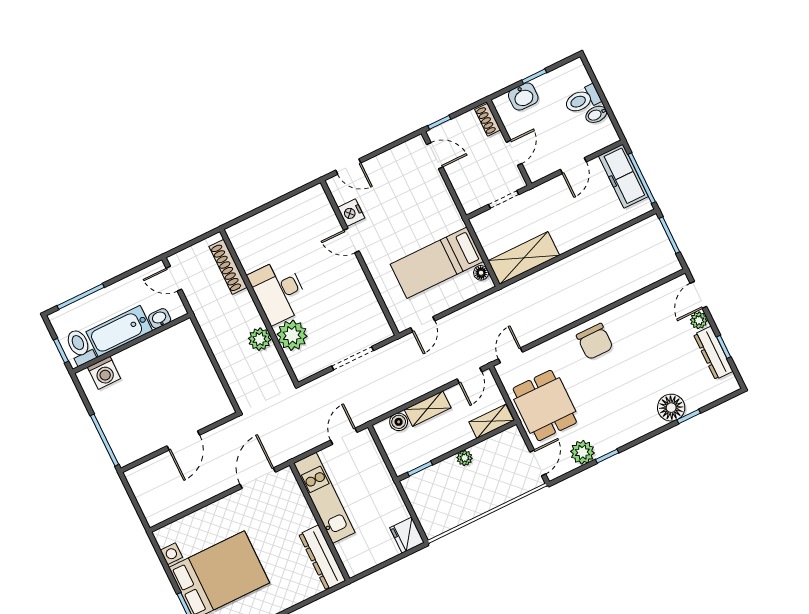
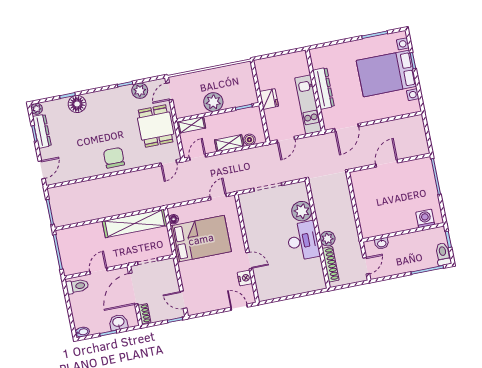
toilet: (582, 100) -> (77, 286), moved
bidet: (596, 114) -> (82, 332), moved
door: (514, 153) -> (133, 289), width x1.88
freezer: (623, 176) -> (69, 256), removed
shelving: (524, 258) -> (135, 223), width x1.47
bed: (437, 263) -> (201, 239), width x1.50
door: (174, 279) -> (366, 266), hinge flipped
plant: (699, 320) -> (37, 109), moved
bathtub: (119, 331) -> (409, 242), removed
plant: (260, 339) -> (327, 239), moved
toilet: (80, 347) -> (443, 254), moved, turned 180
plant: (465, 458) -> (213, 102), width x1.87, depth x1.87
fridge: (407, 535) -> (269, 99), moved
dresser: (322, 558) -> (323, 88), moved

